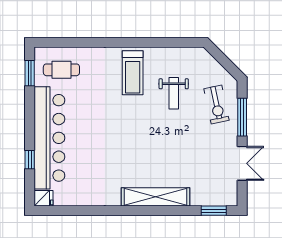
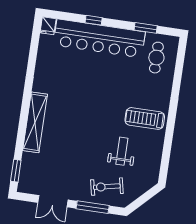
window: (30, 73) -> (146, 28), moved
weight bench: (174, 93) -> (122, 151), turned 90
window: (30, 160) -> (94, 20), moved

